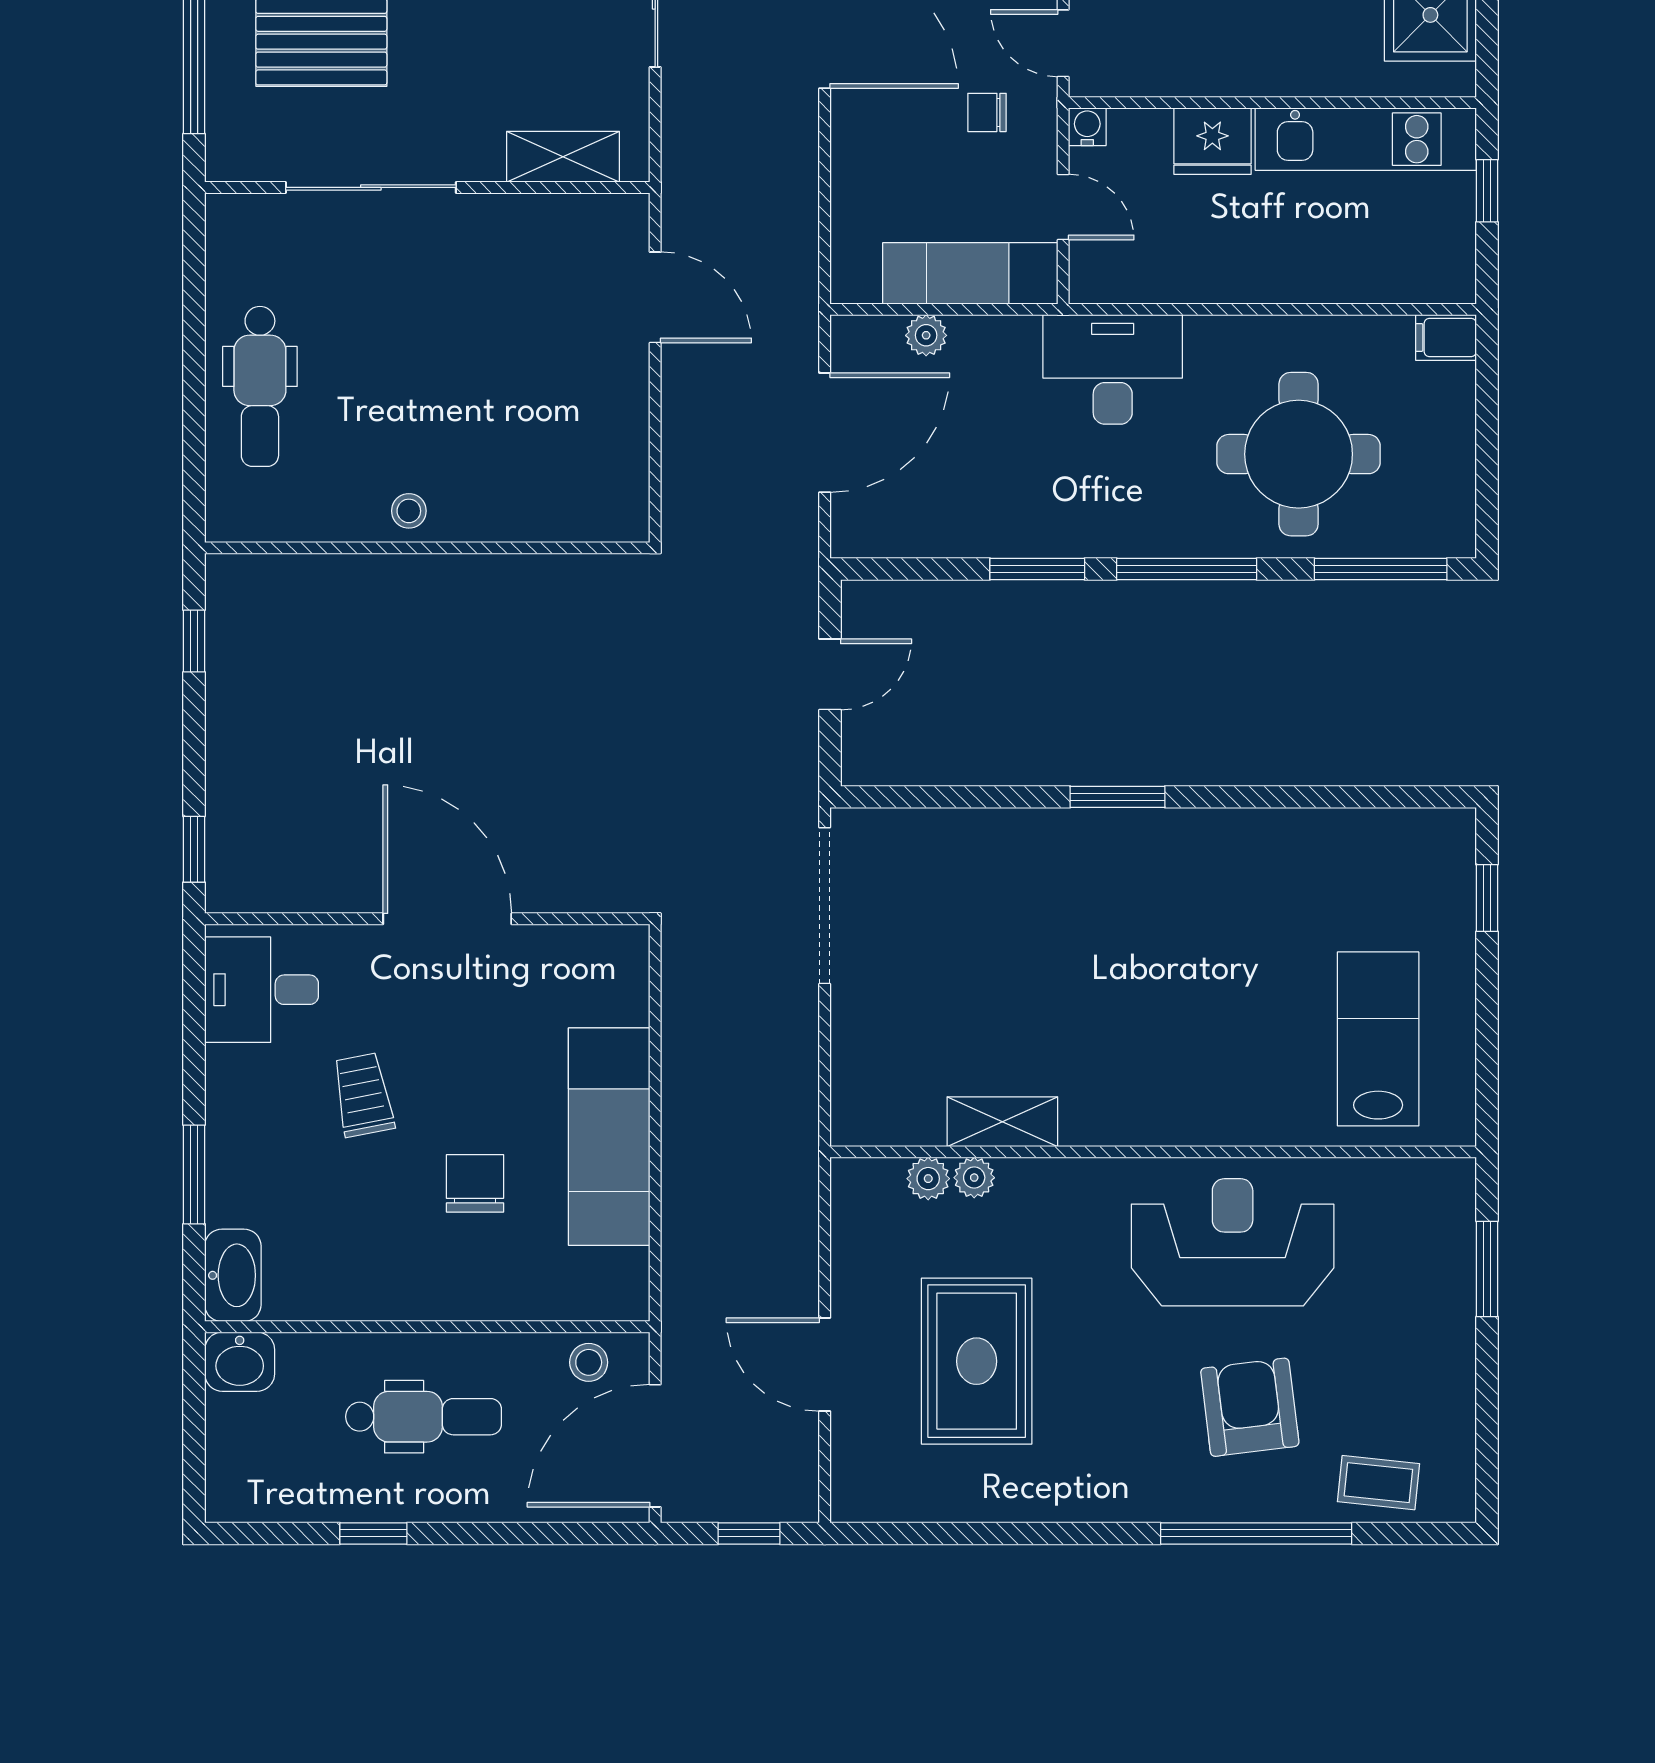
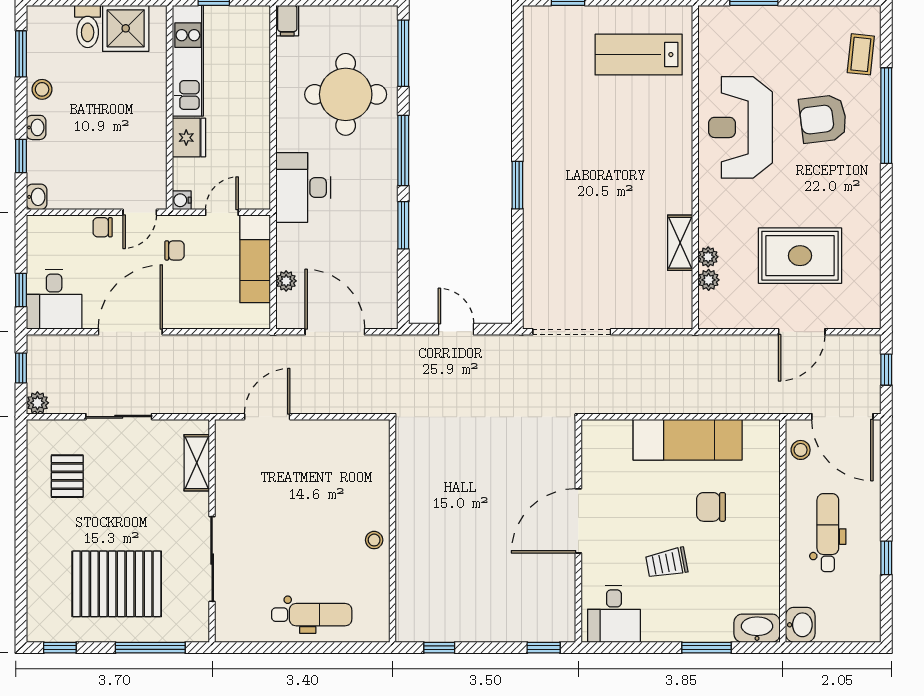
chair: (987, 112) -> (174, 250), turned -90

